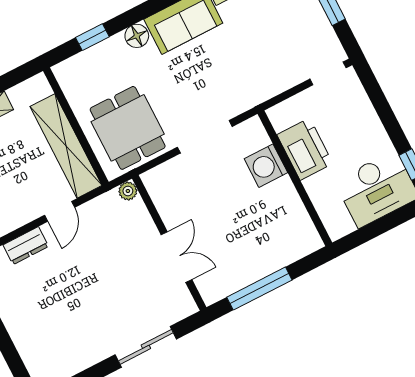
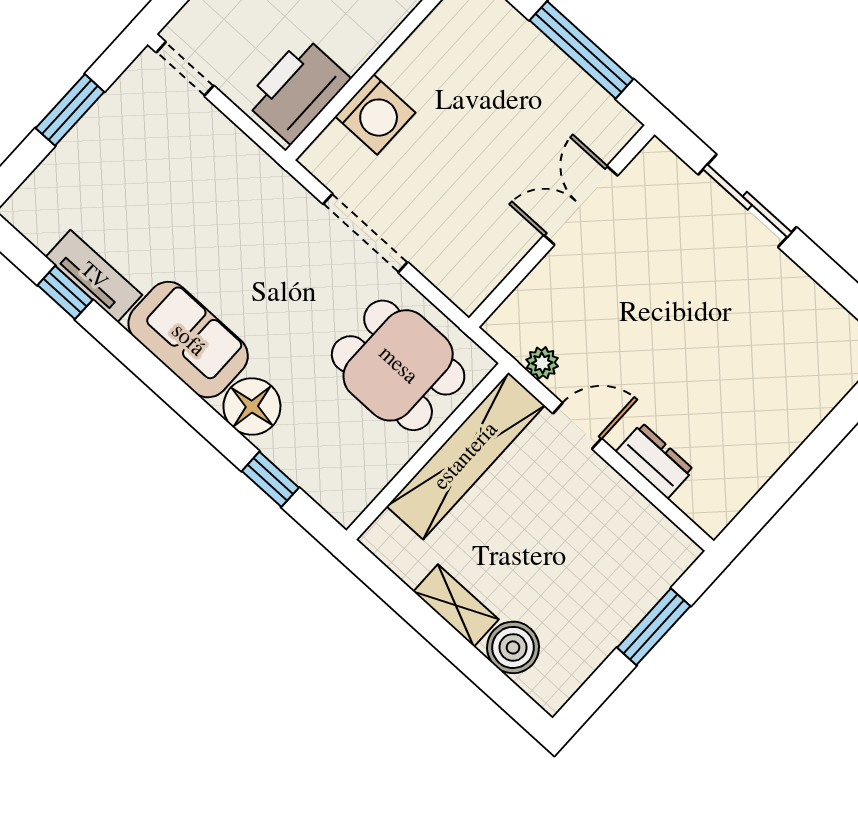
floor lamp: (137, 36) -> (252, 407), width x1.38, depth x1.38
dining table: (128, 128) -> (398, 365), turned 90
printer: (305, 149) -> (297, 90), moved
plant: (128, 191) -> (542, 363), moved

